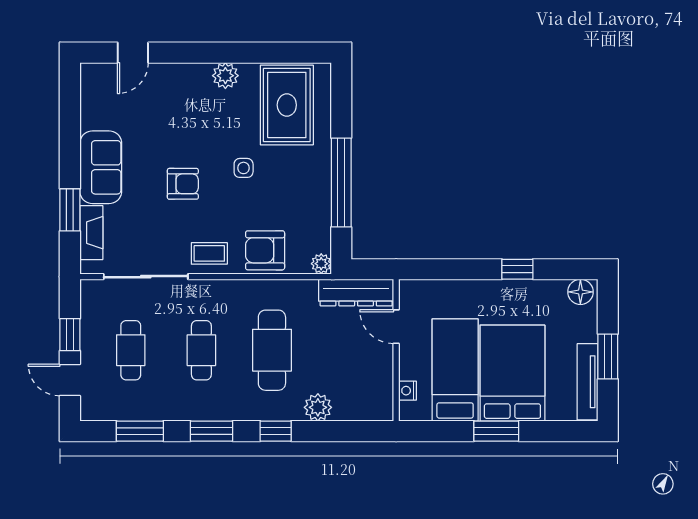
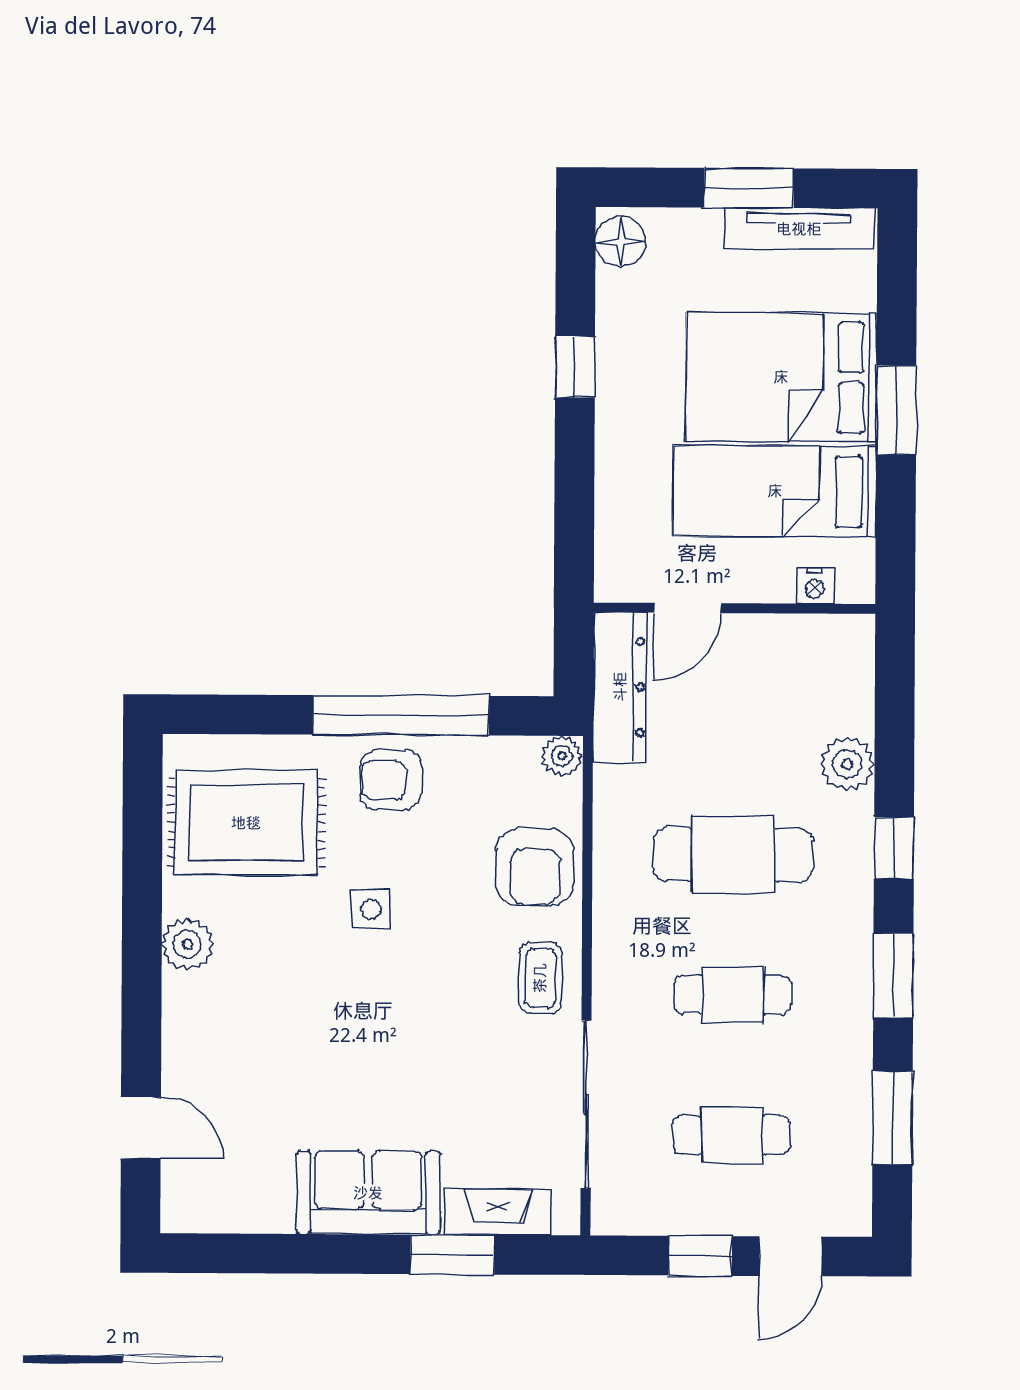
armchair: (183, 184) -> (391, 780), moved, turned -90

